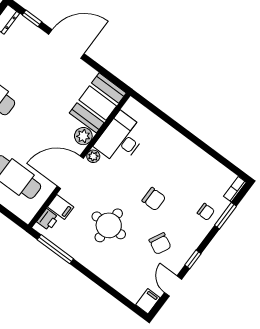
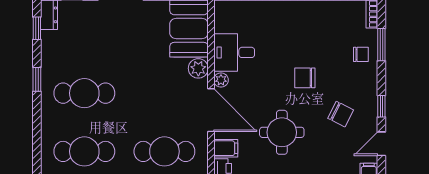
desk: (121, 139) -> (234, 52), width x0.73
door: (70, 172) -> (211, 110), swing flipped
chair: (154, 199) -> (305, 78), turned 180
door: (173, 286) -> (381, 144), hinge flipped

